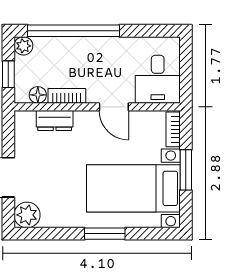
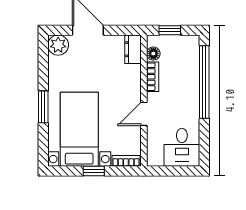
plant: (23, 46) -> (192, 42), removed
desk: (158, 79) -> (182, 147), moved, turned -90
dresser: (55, 121) -> (133, 49), moved
window: (186, 170) -> (94, 171), width x0.67

